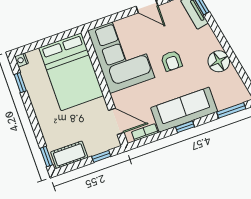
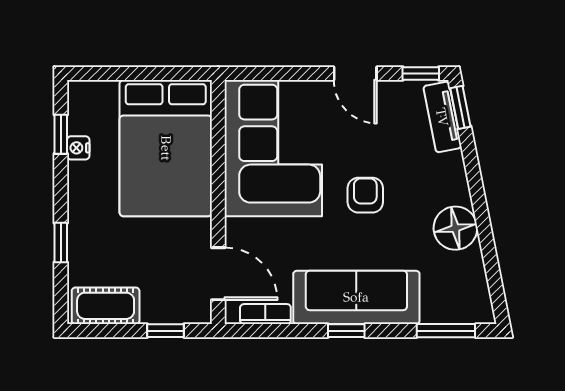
nightstand: (21, 60) -> (78, 148), moved
armchair: (172, 61) -> (365, 195), turned 180
window: (46, 156) -> (61, 243), moved

